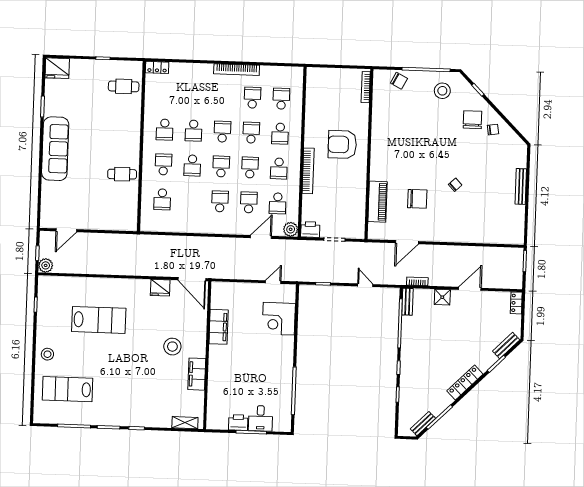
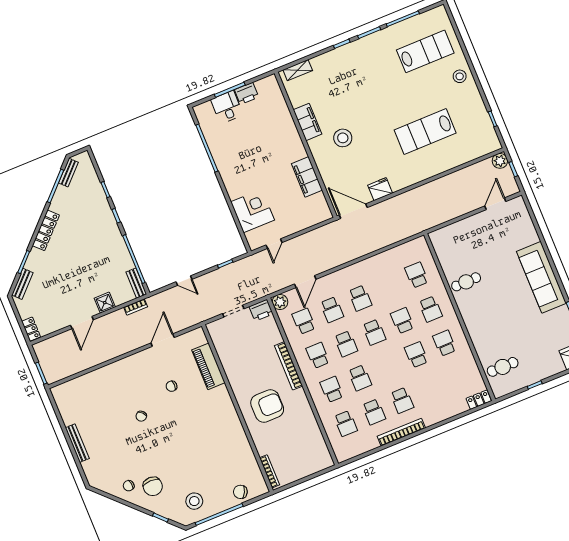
school desk: (222, 132) -> (402, 400), moved
chair: (417, 199) -> (172, 386), width x0.54, depth x0.54

